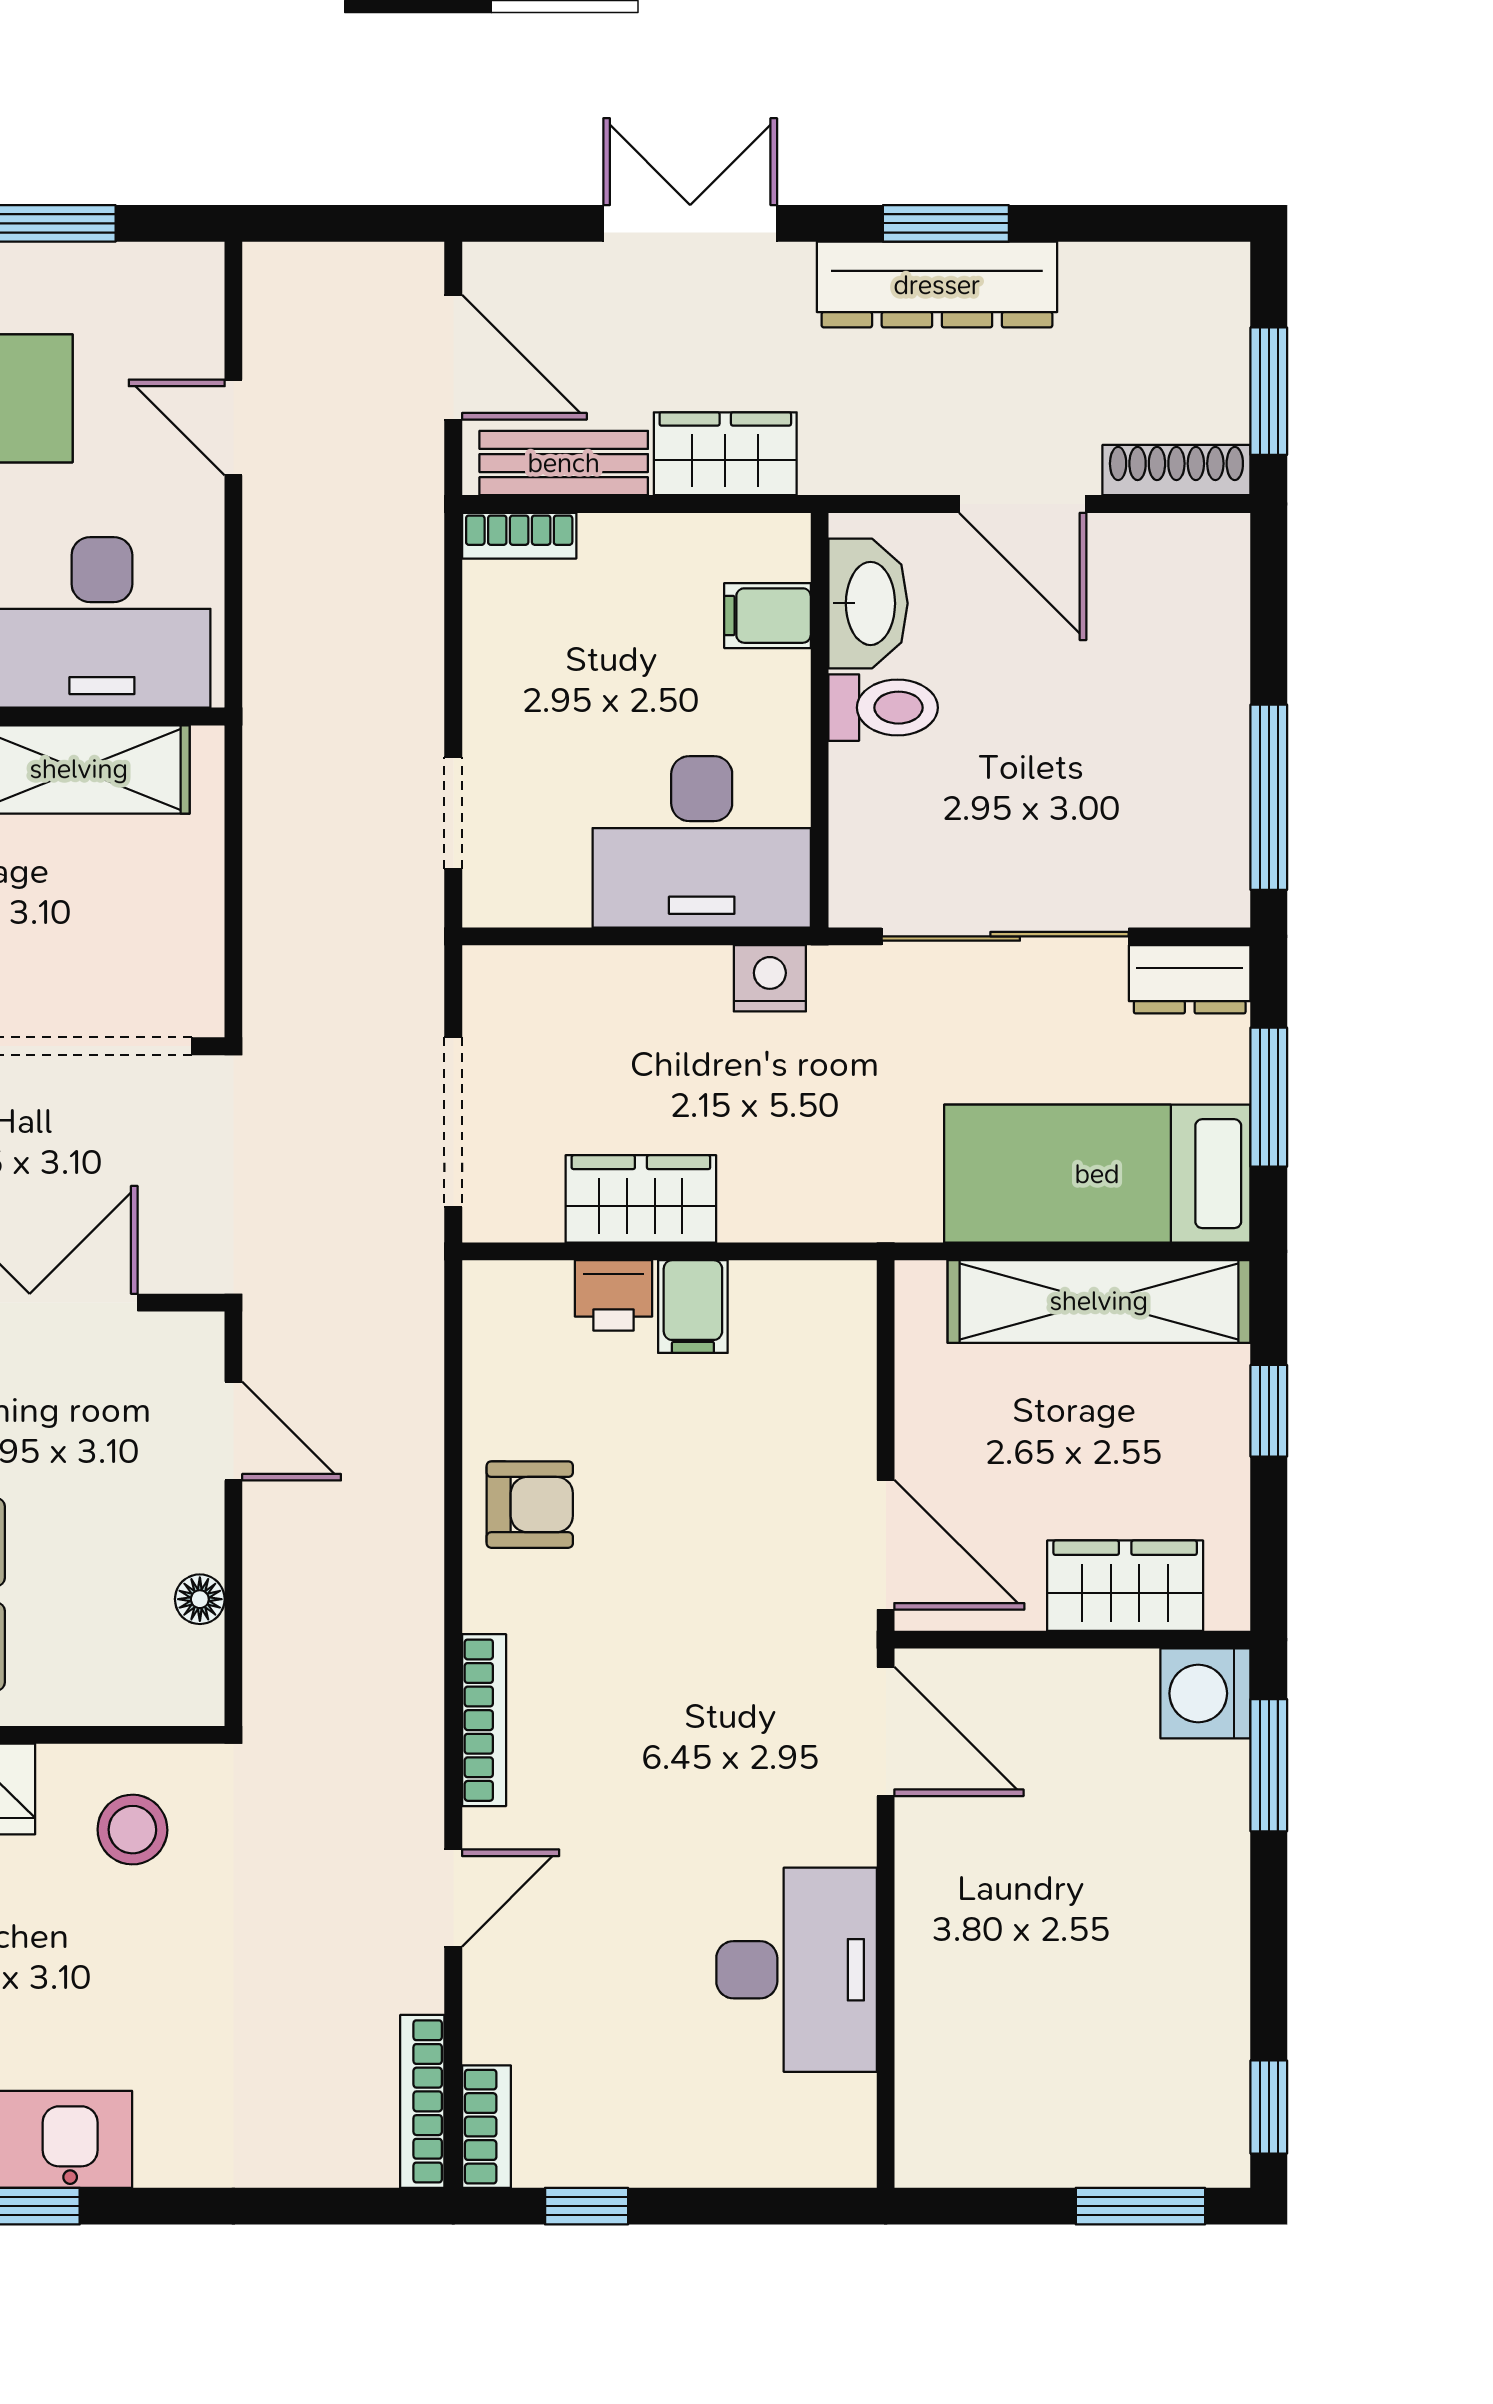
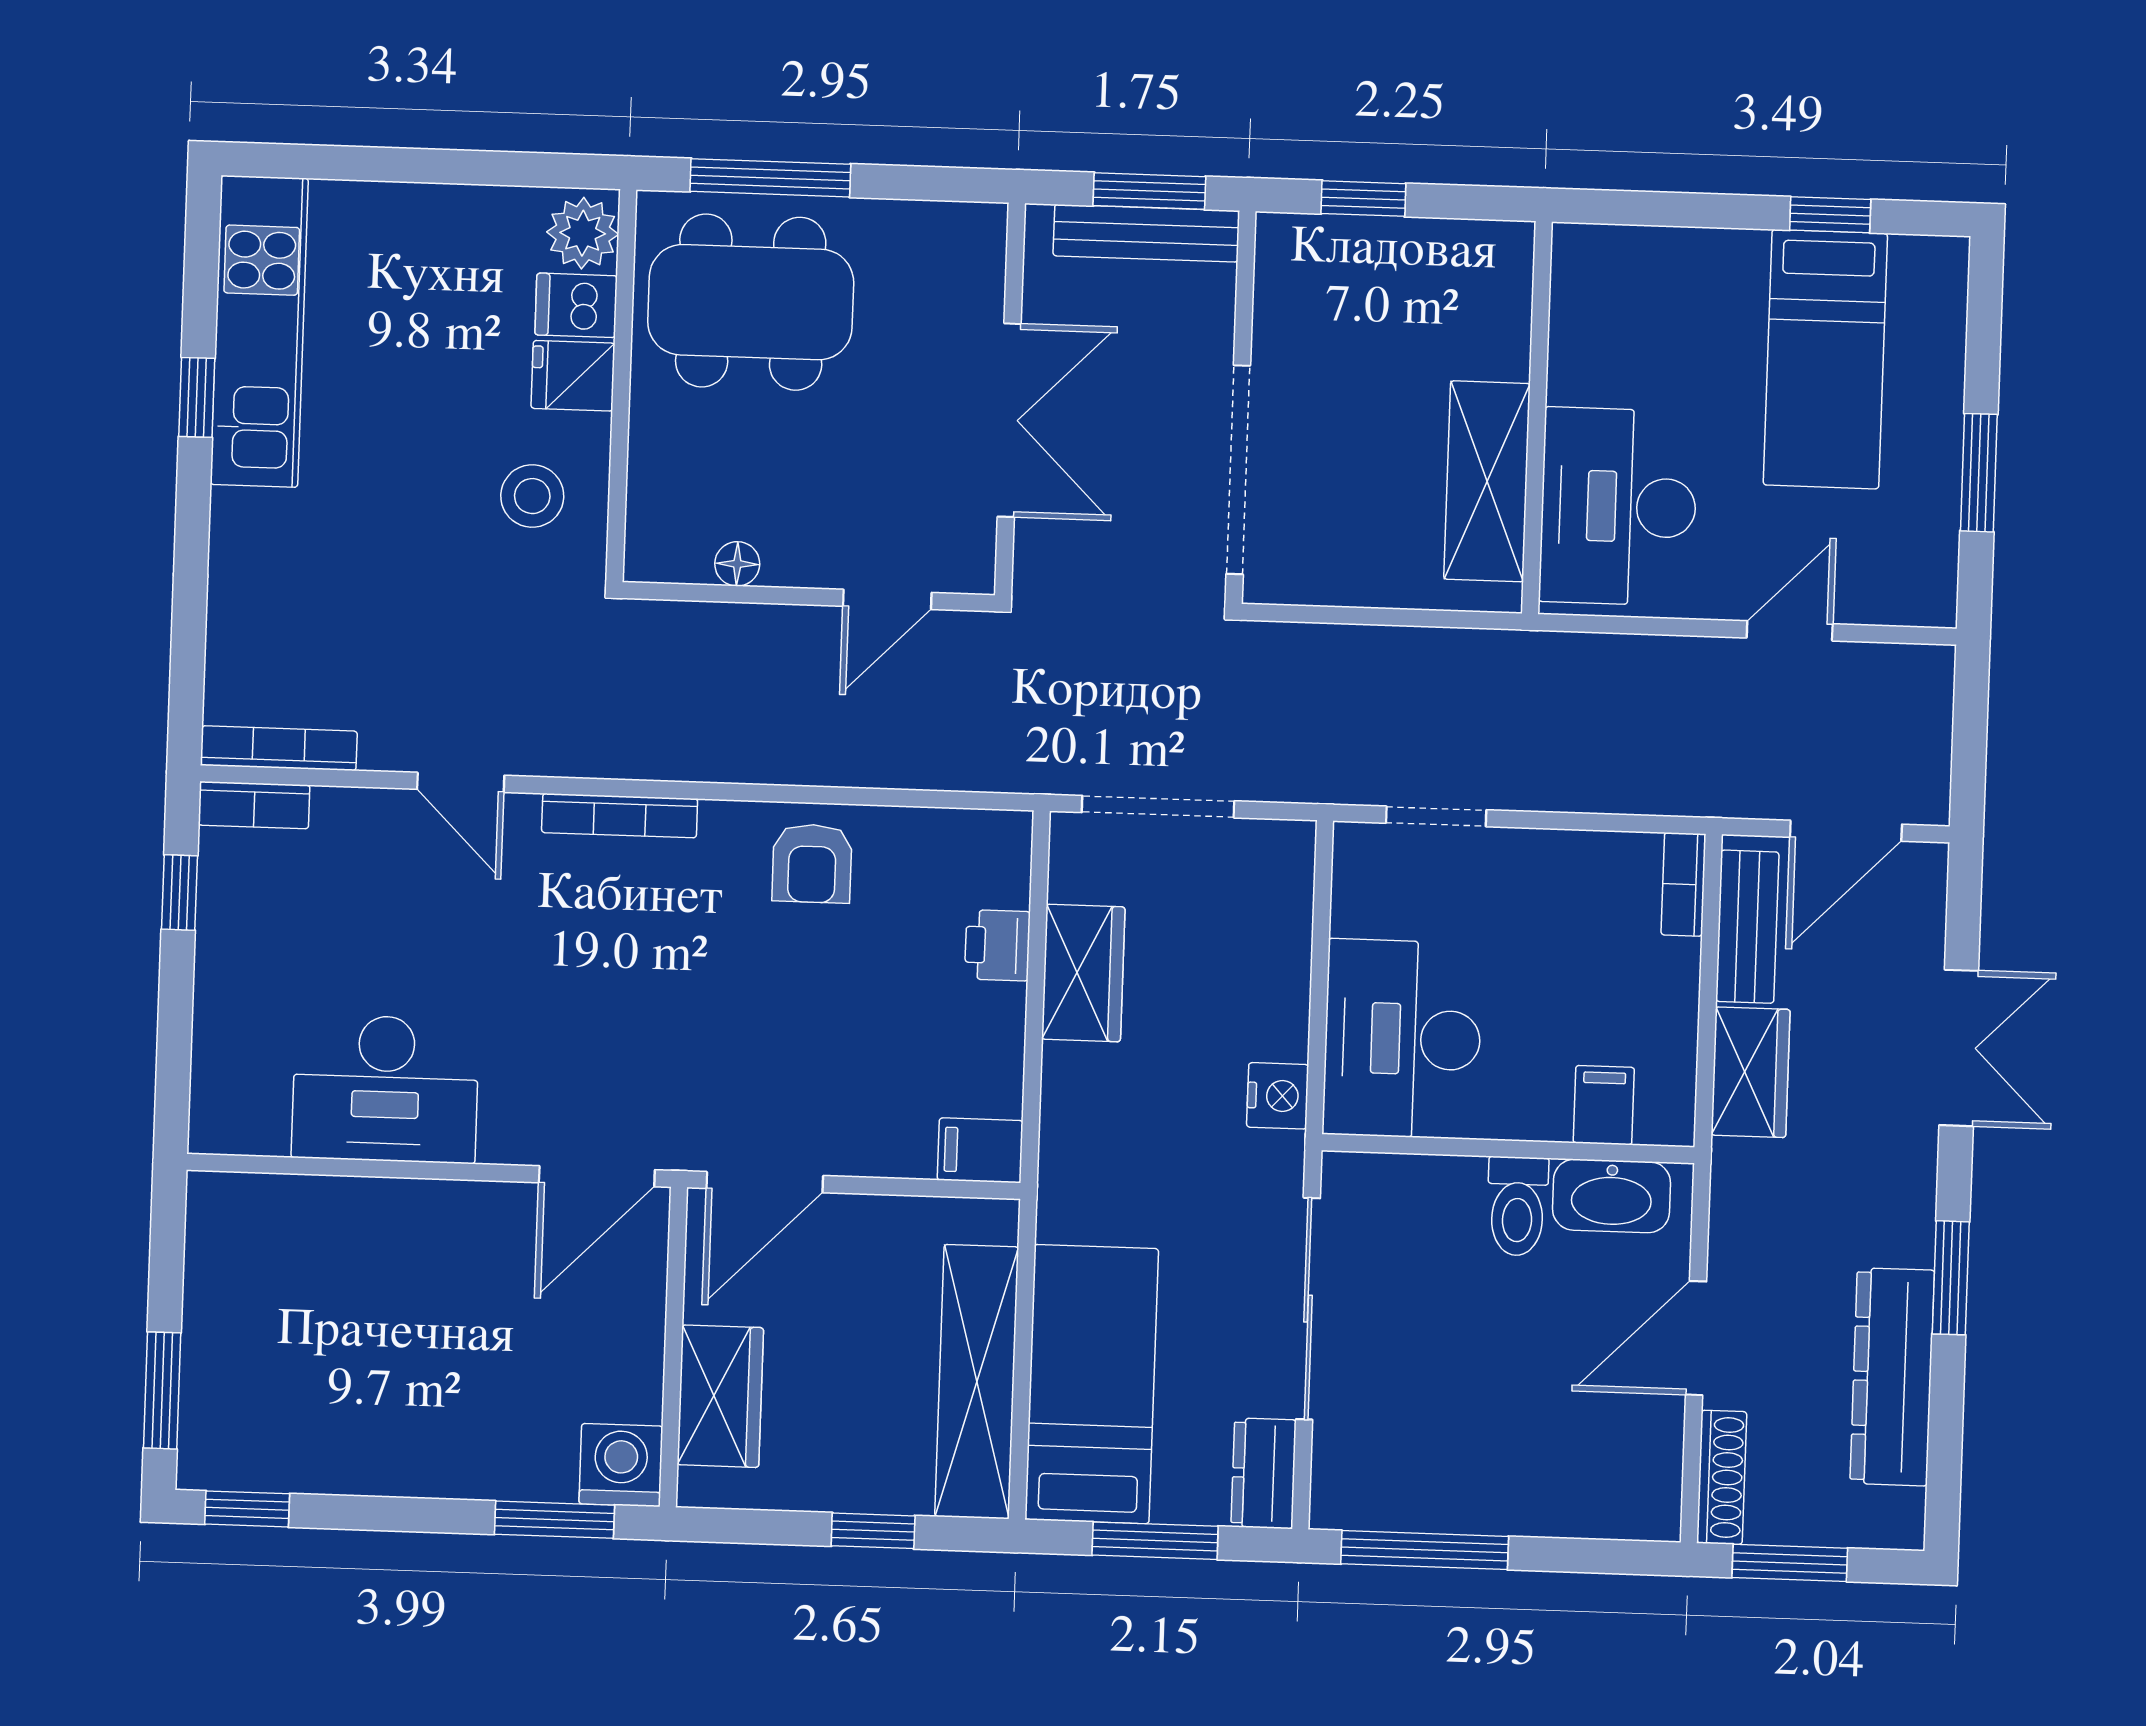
dresser: (937, 285) -> (1892, 1377), moved
filing cabinet: (693, 1307) -> (980, 1150), moved

